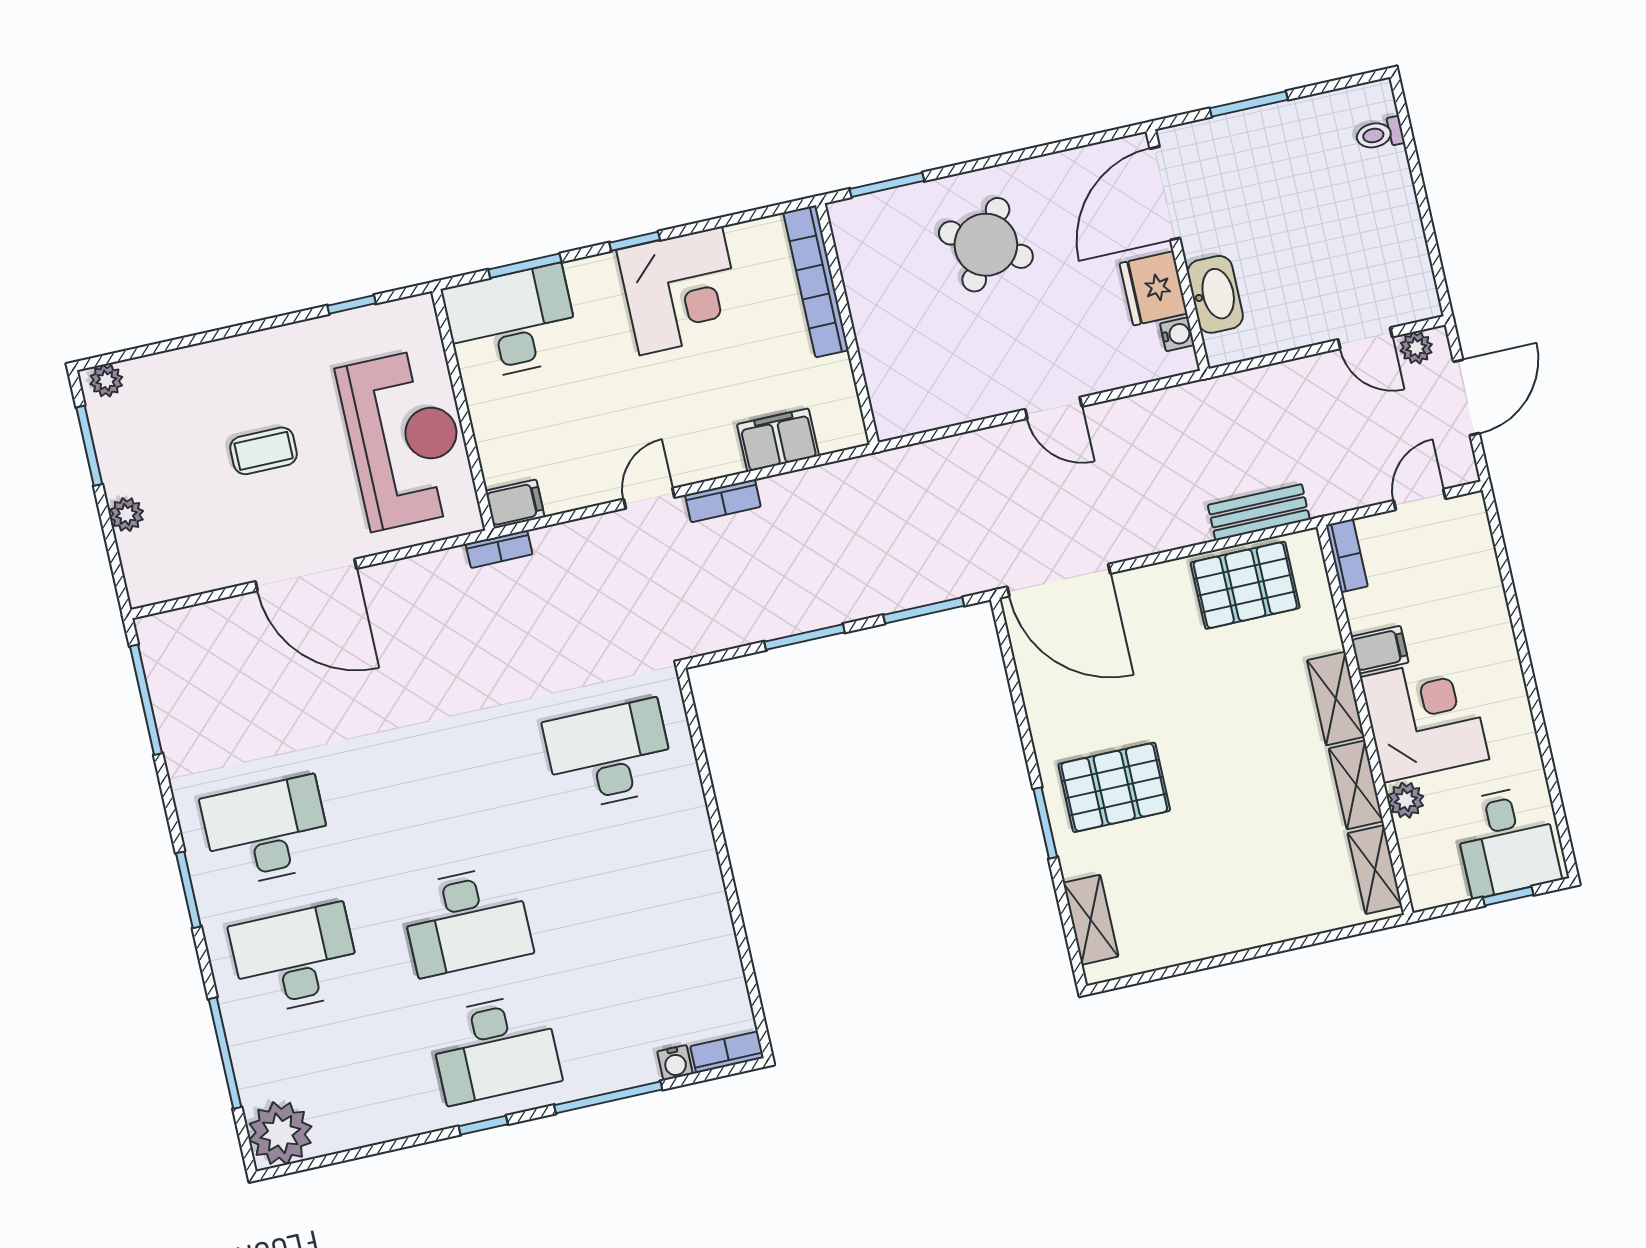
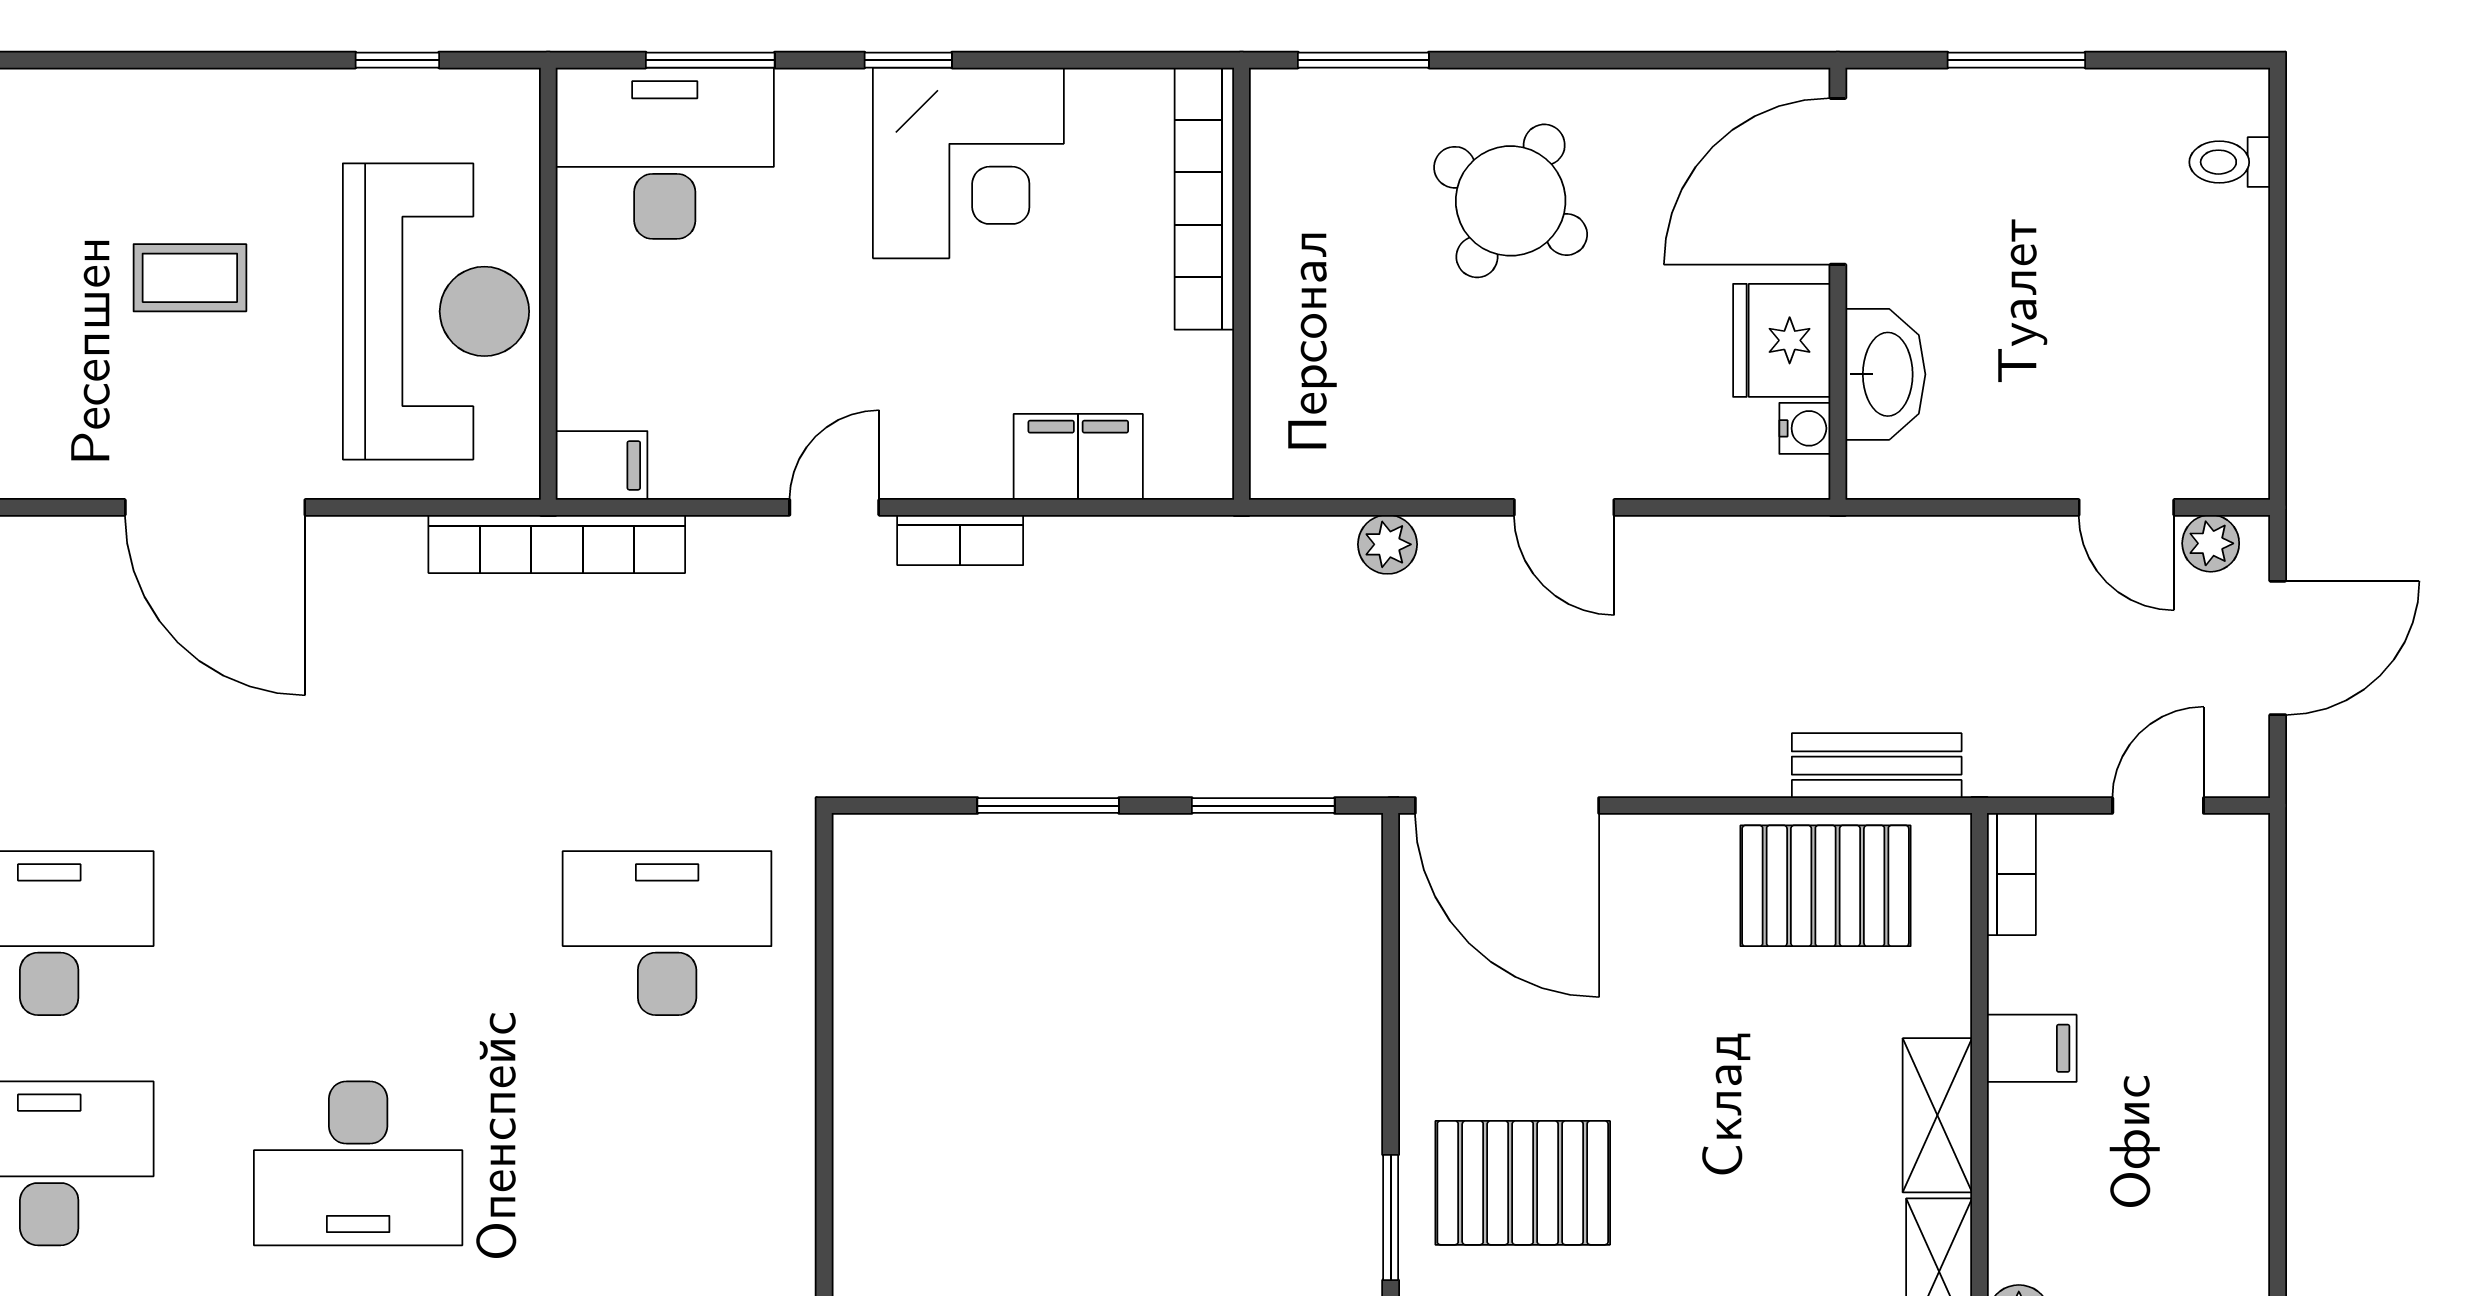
plant: (960, 450) -> (1387, 544), added
bookcase: (499, 549) -> (557, 544), width x2.31, depth x1.31
corner desk: (1425, 718) -> (2083, 1183), removed

